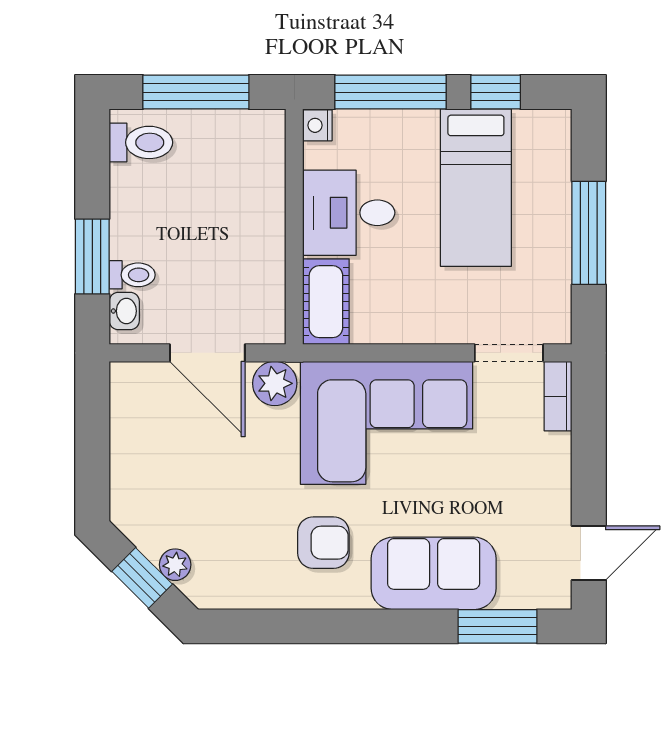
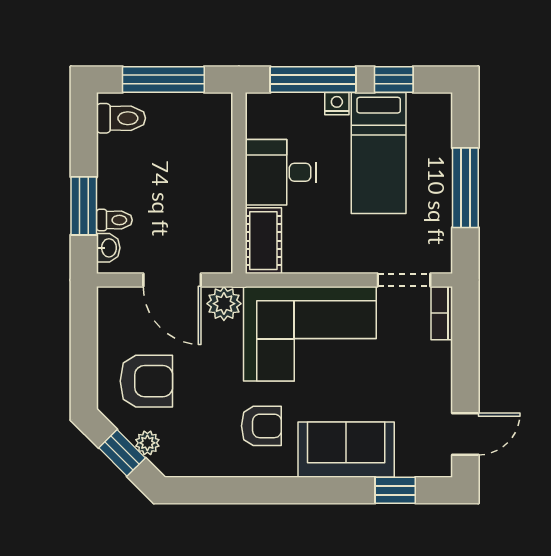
nightstand: (317, 125) -> (337, 104), moved, turned 90
armchair: (174, 484) -> (146, 381), added
window: (498, 626) -> (395, 490), width x0.67

